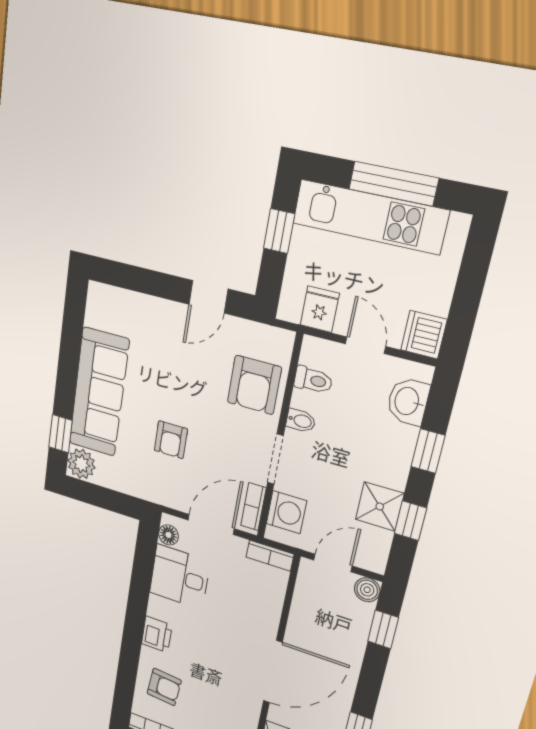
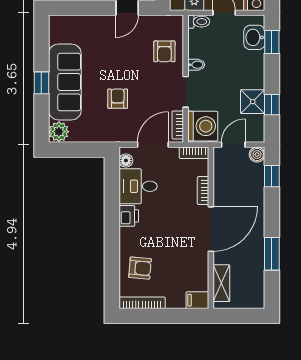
toilet: (313, 380) -> (199, 22), moved
armchair: (254, 385) -> (164, 51), width x0.72, depth x0.72
window: (60, 434) -> (41, 83), moved
armchair: (171, 440) -> (118, 99), turned 180
window: (428, 451) -> (272, 42), moved
washing machine: (286, 512) -> (203, 126), width x1.37, depth x1.37
bookcase: (272, 615) -> (203, 191), added
printer: (157, 634) -> (129, 216), moved

